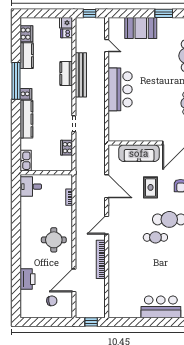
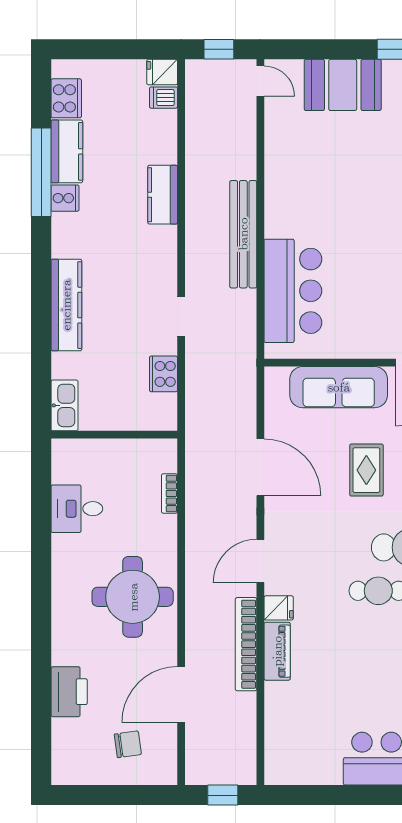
door: (107, 46) -> (260, 81), moved
bench: (81, 75) -> (243, 234), moved
window: (16, 81) -> (41, 172), moved
bar counter: (120, 89) -> (293, 291), moved
cooker: (26, 94) -> (65, 198), moved
desk: (31, 187) -> (77, 509), moved
round table: (54, 240) -> (133, 597), width x1.36, depth x1.36
fridge: (114, 244) -> (279, 608), added
piano: (114, 262) -> (277, 651), added

